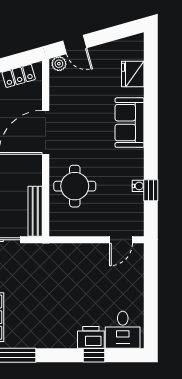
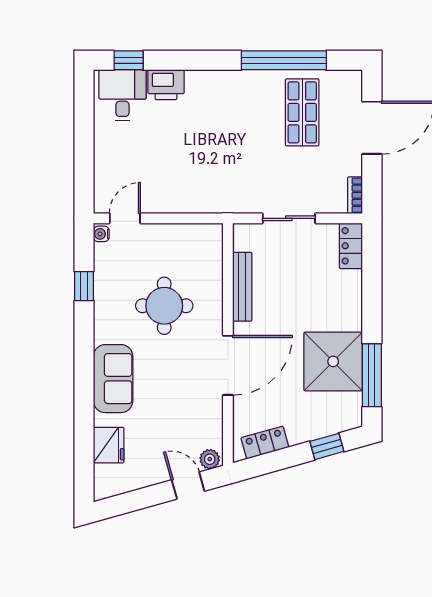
round table: (75, 186) -> (164, 306), moved
water cooler: (138, 186) -> (101, 234), moved
bench: (35, 211) -> (242, 287), moved
window: (94, 355) -> (129, 60), moved

